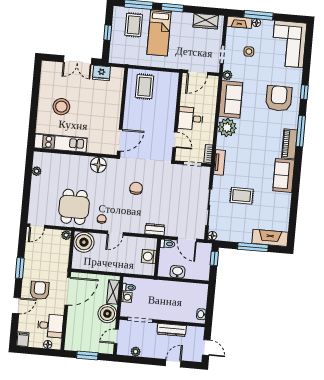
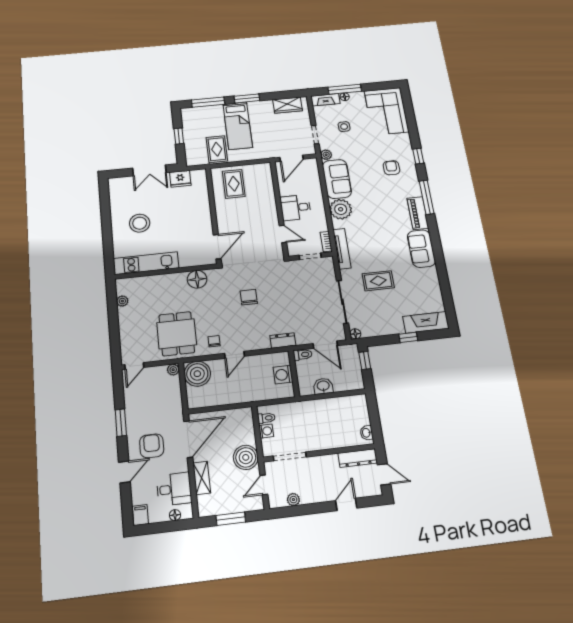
rug: (134, 25) -> (217, 149), moved
armchair: (279, 98) -> (391, 168), width x0.53, depth x0.53
tv unit: (219, 162) -> (342, 249), width x1.41
window: (253, 247) -> (408, 337), width x0.46
shelving: (113, 292) -> (202, 478), moved
dresser: (172, 330) -> (358, 458), moved

